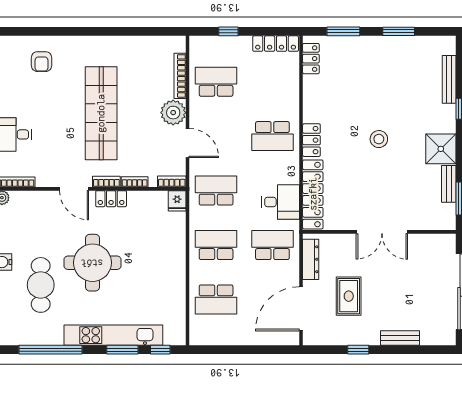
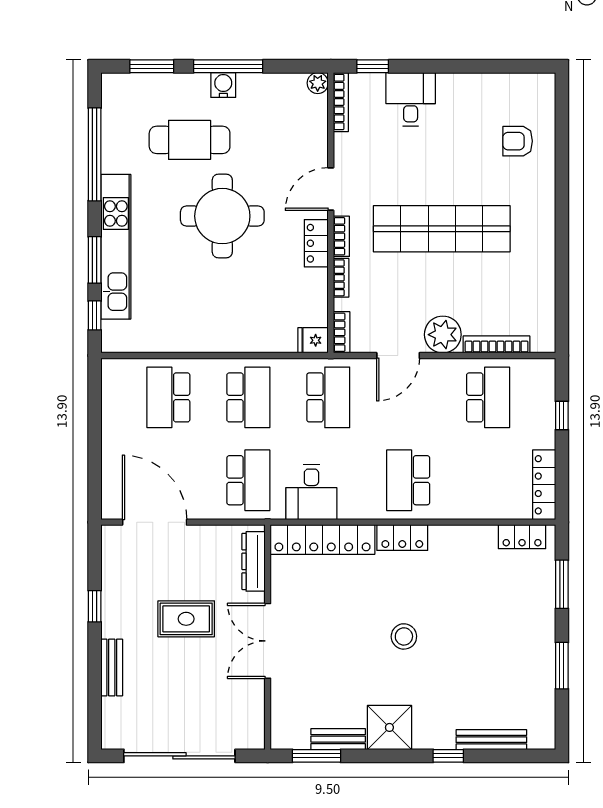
dresser: (311, 259) -> (253, 561), moved, turned 90
rug: (349, 296) -> (186, 619), moved

